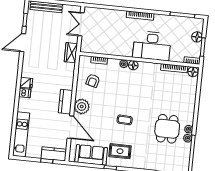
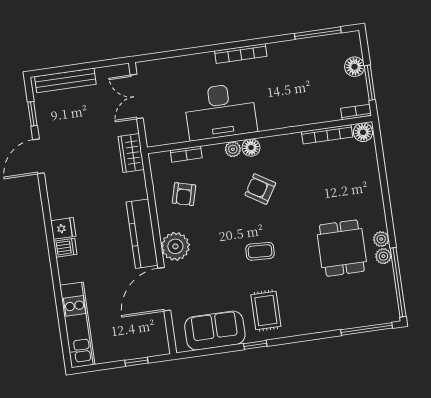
desk: (152, 46) -> (220, 111), moved
armchair: (133, 88) -> (260, 189), added
kitchen counter: (65, 102) -> (142, 234), width x1.50
door: (70, 127) -> (164, 289), swing flipped
rug: (120, 151) -> (266, 311), turned 90
kitchen counter: (54, 154) -> (146, 346), removed

